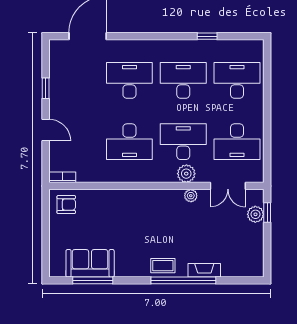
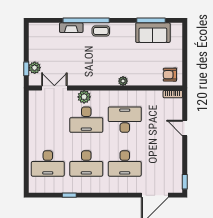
window: (46, 88) -> (185, 182), moved
desk: (237, 142) -> (48, 120), removed
plant: (191, 196) -> (123, 81), moved

